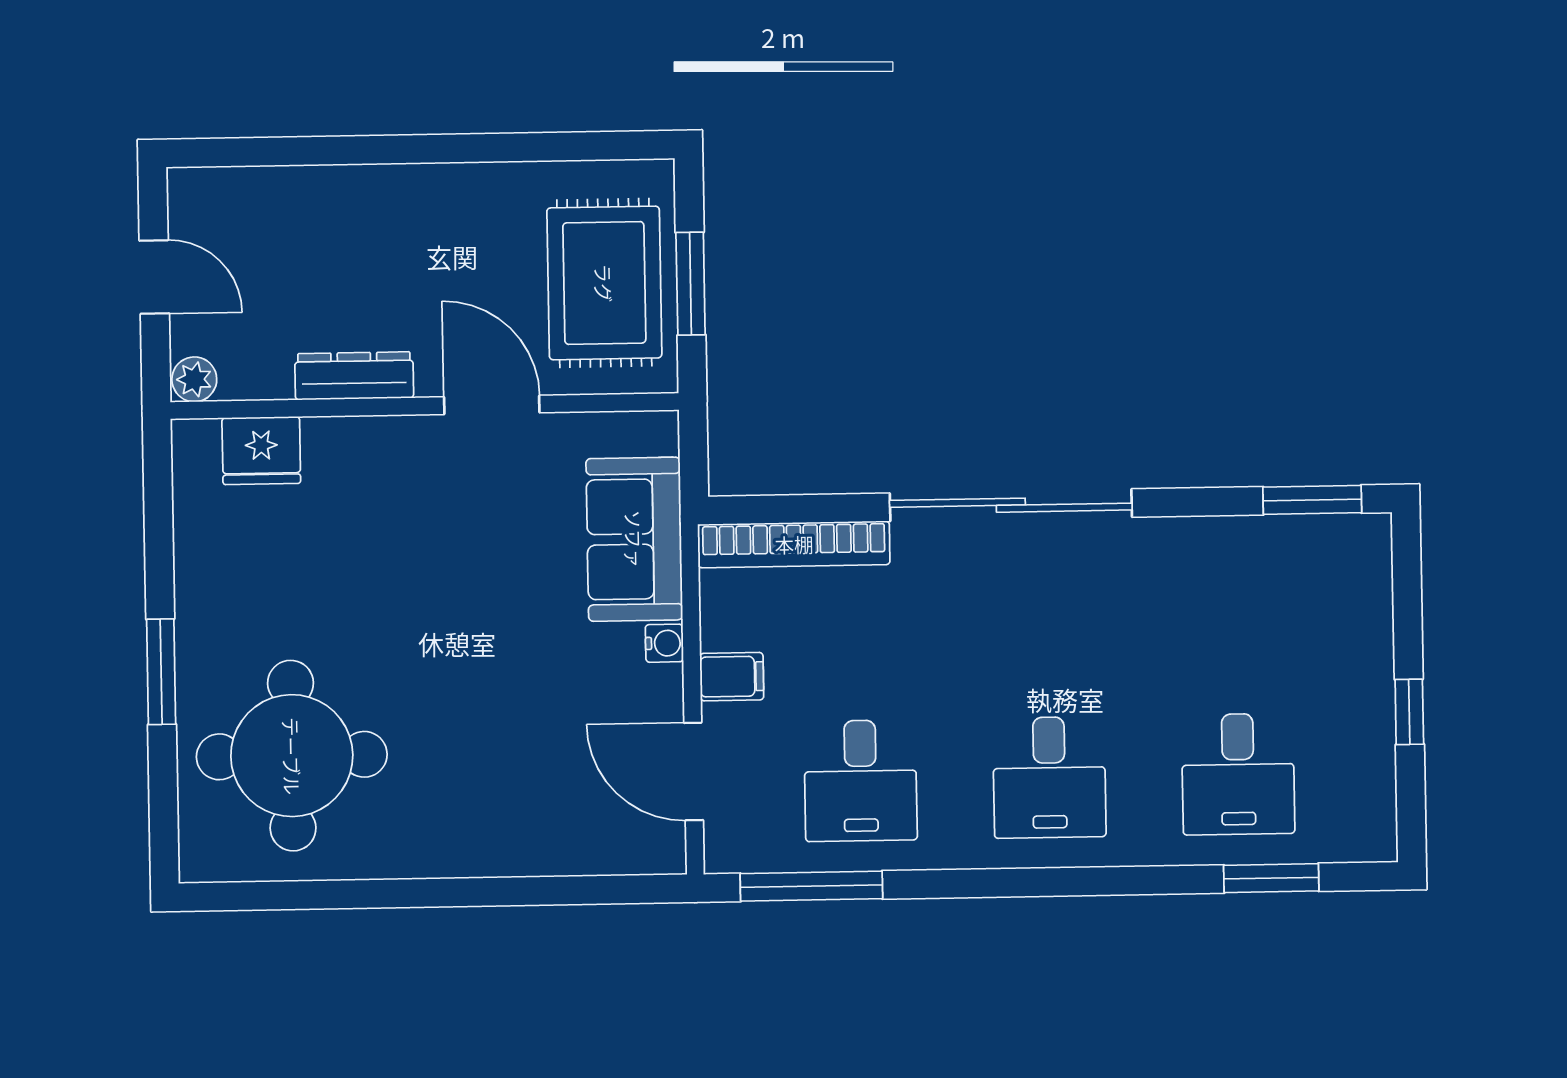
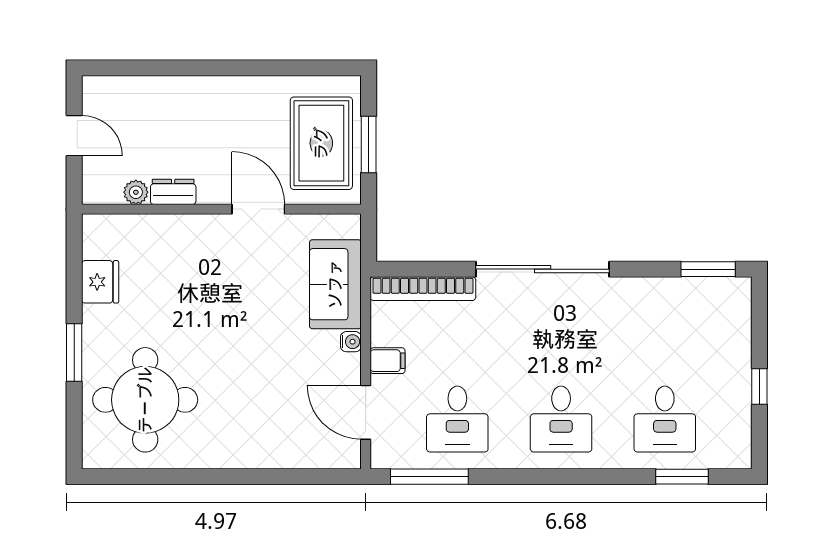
dresser: (354, 376) -> (173, 192), width x0.70
plant: (194, 379) -> (136, 192), moved
fridge: (261, 450) -> (100, 282), moved, turned -90

